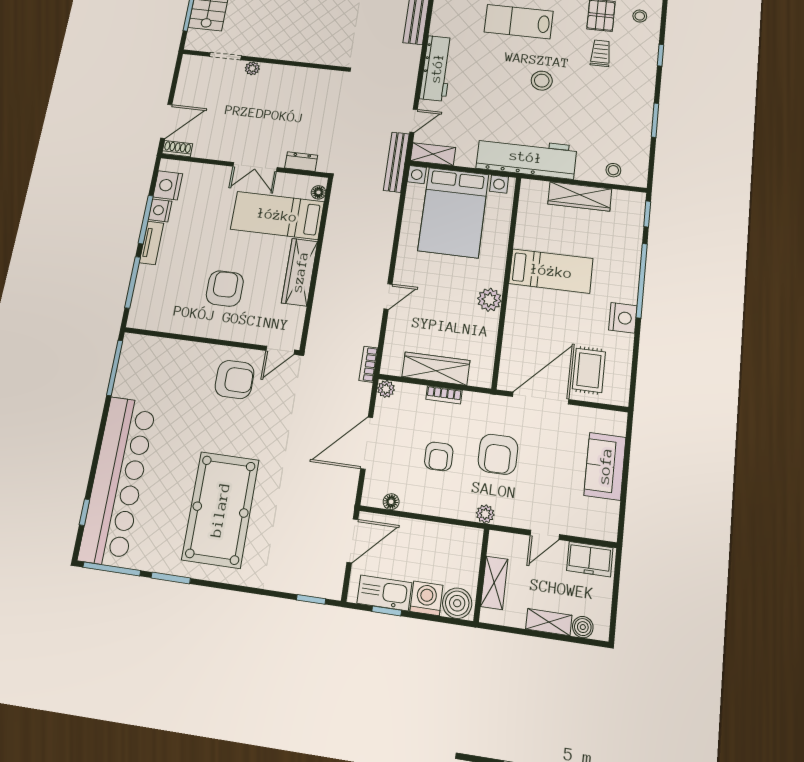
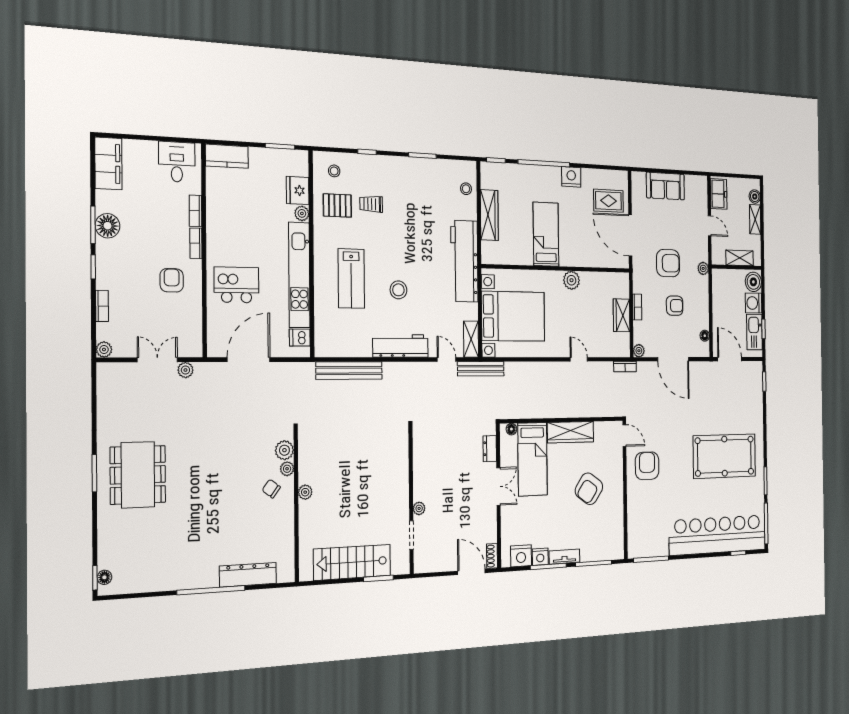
stool: (542, 81) -> (398, 290), moved
armchair: (225, 289) -> (589, 489), turned -55
wardrobe: (436, 369) -> (622, 315), width x0.67

